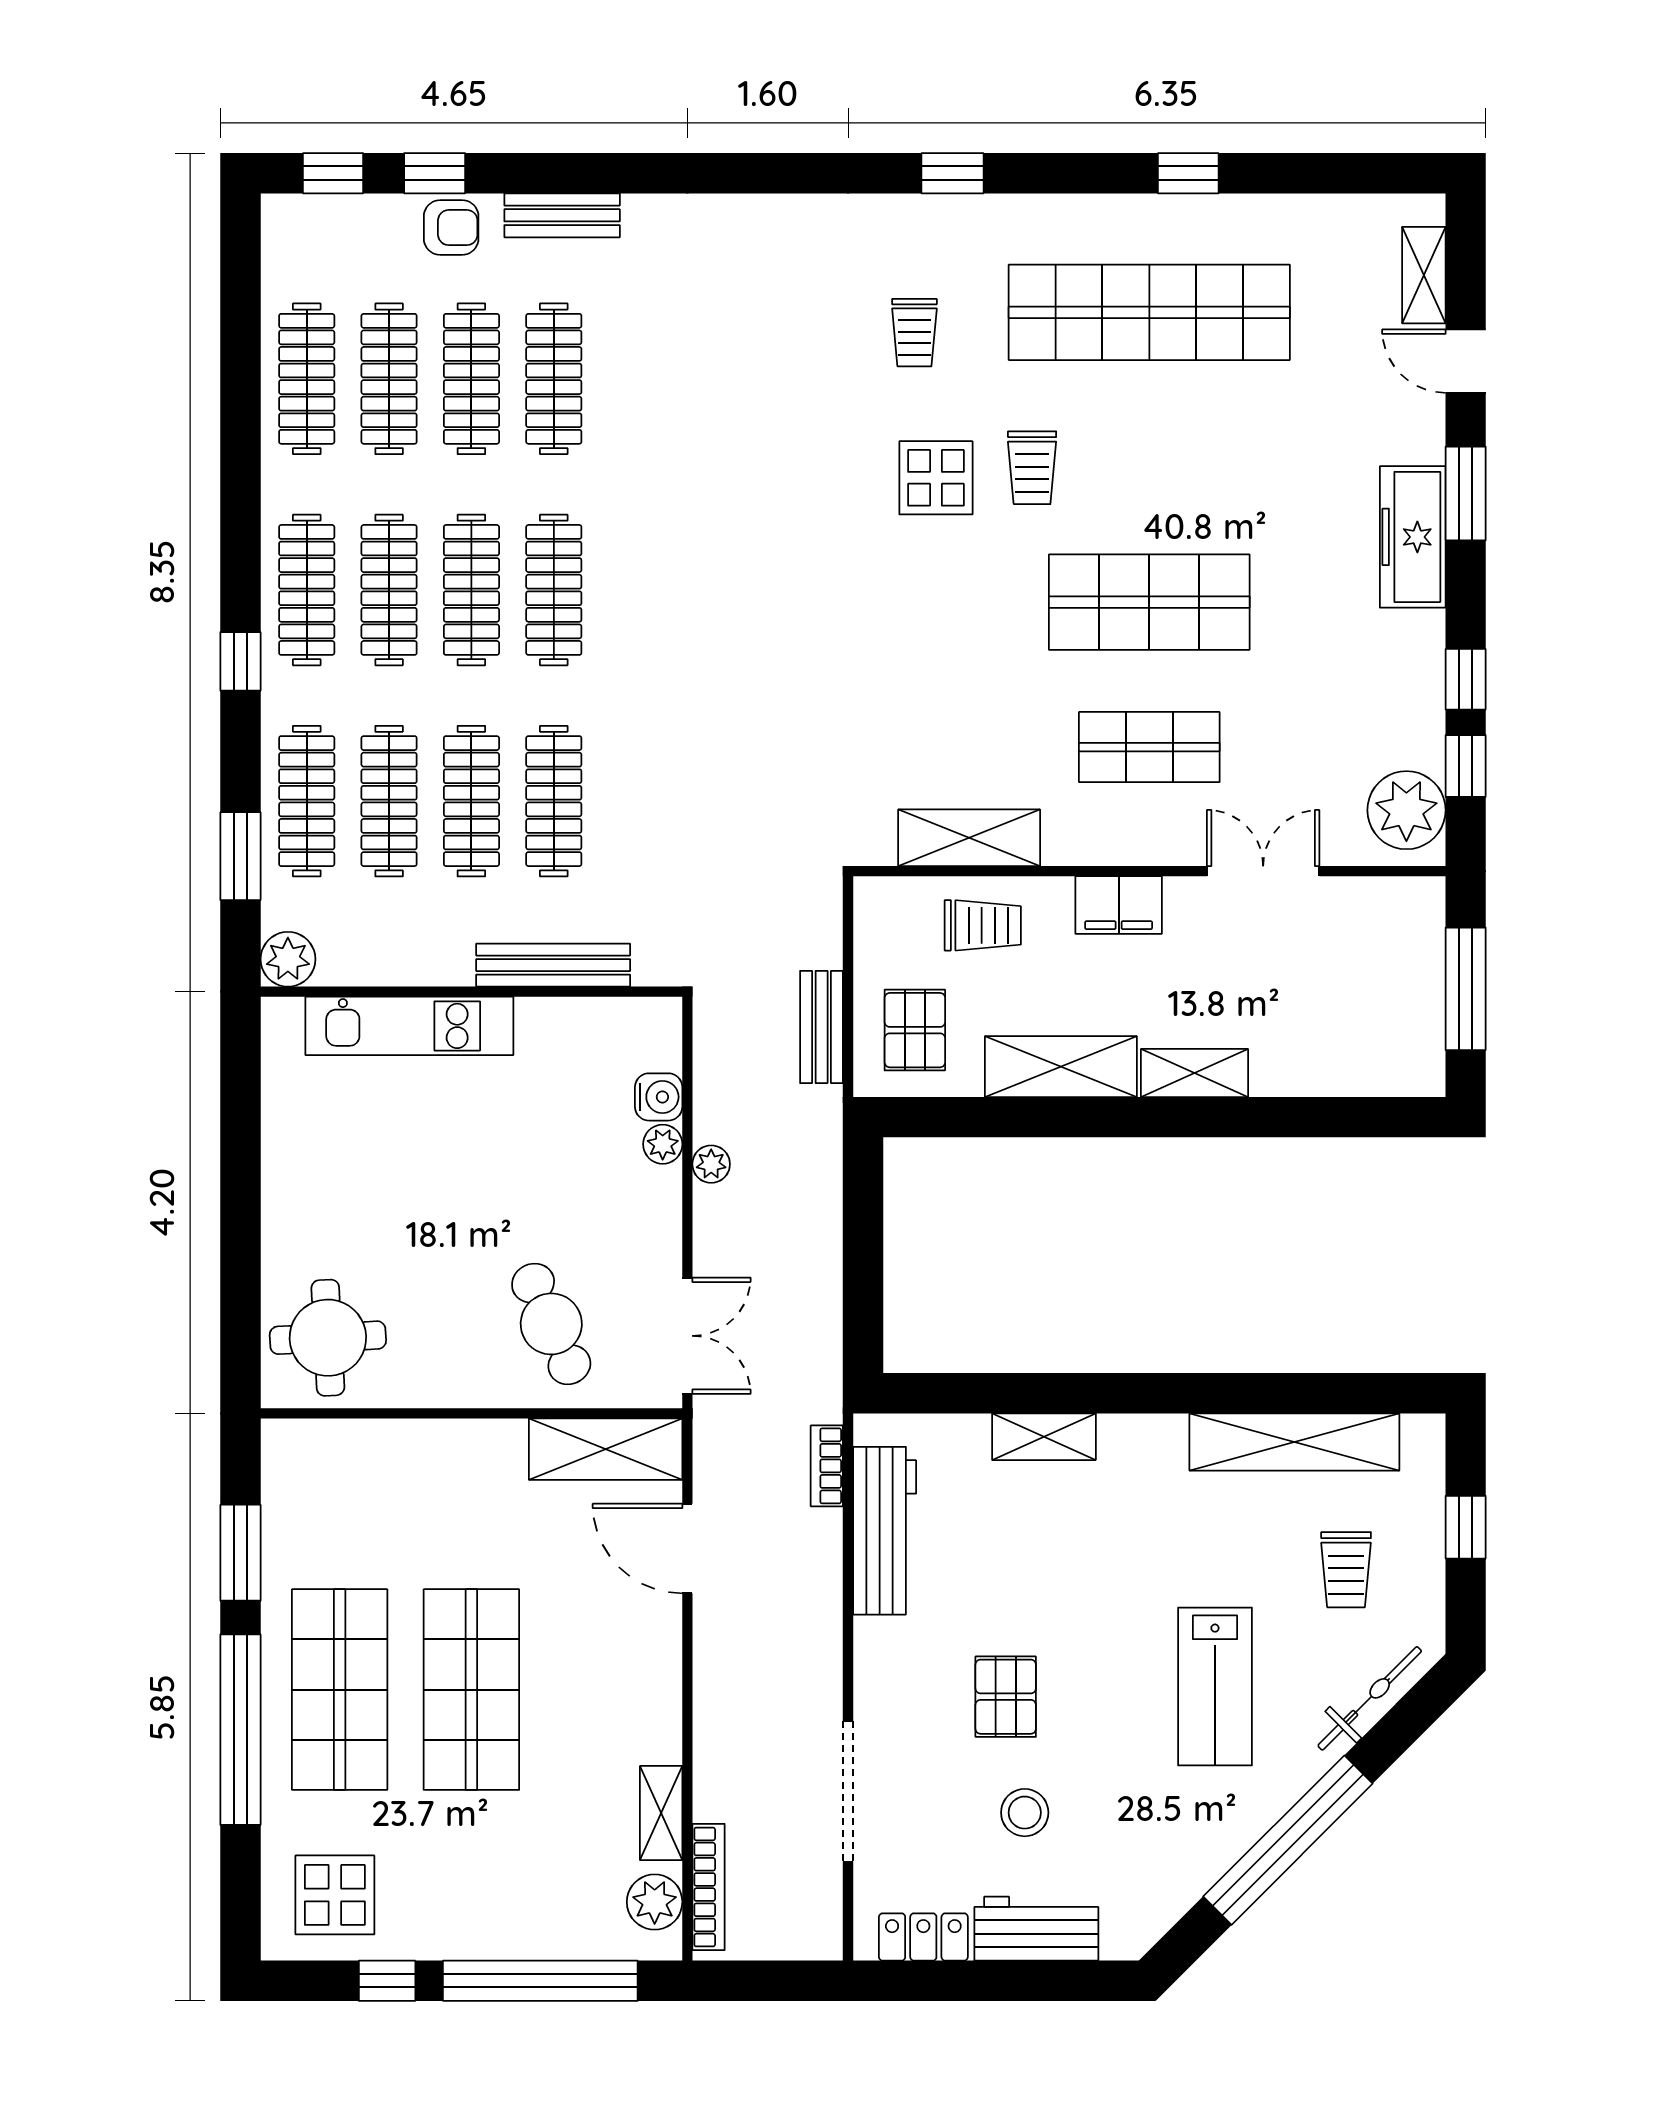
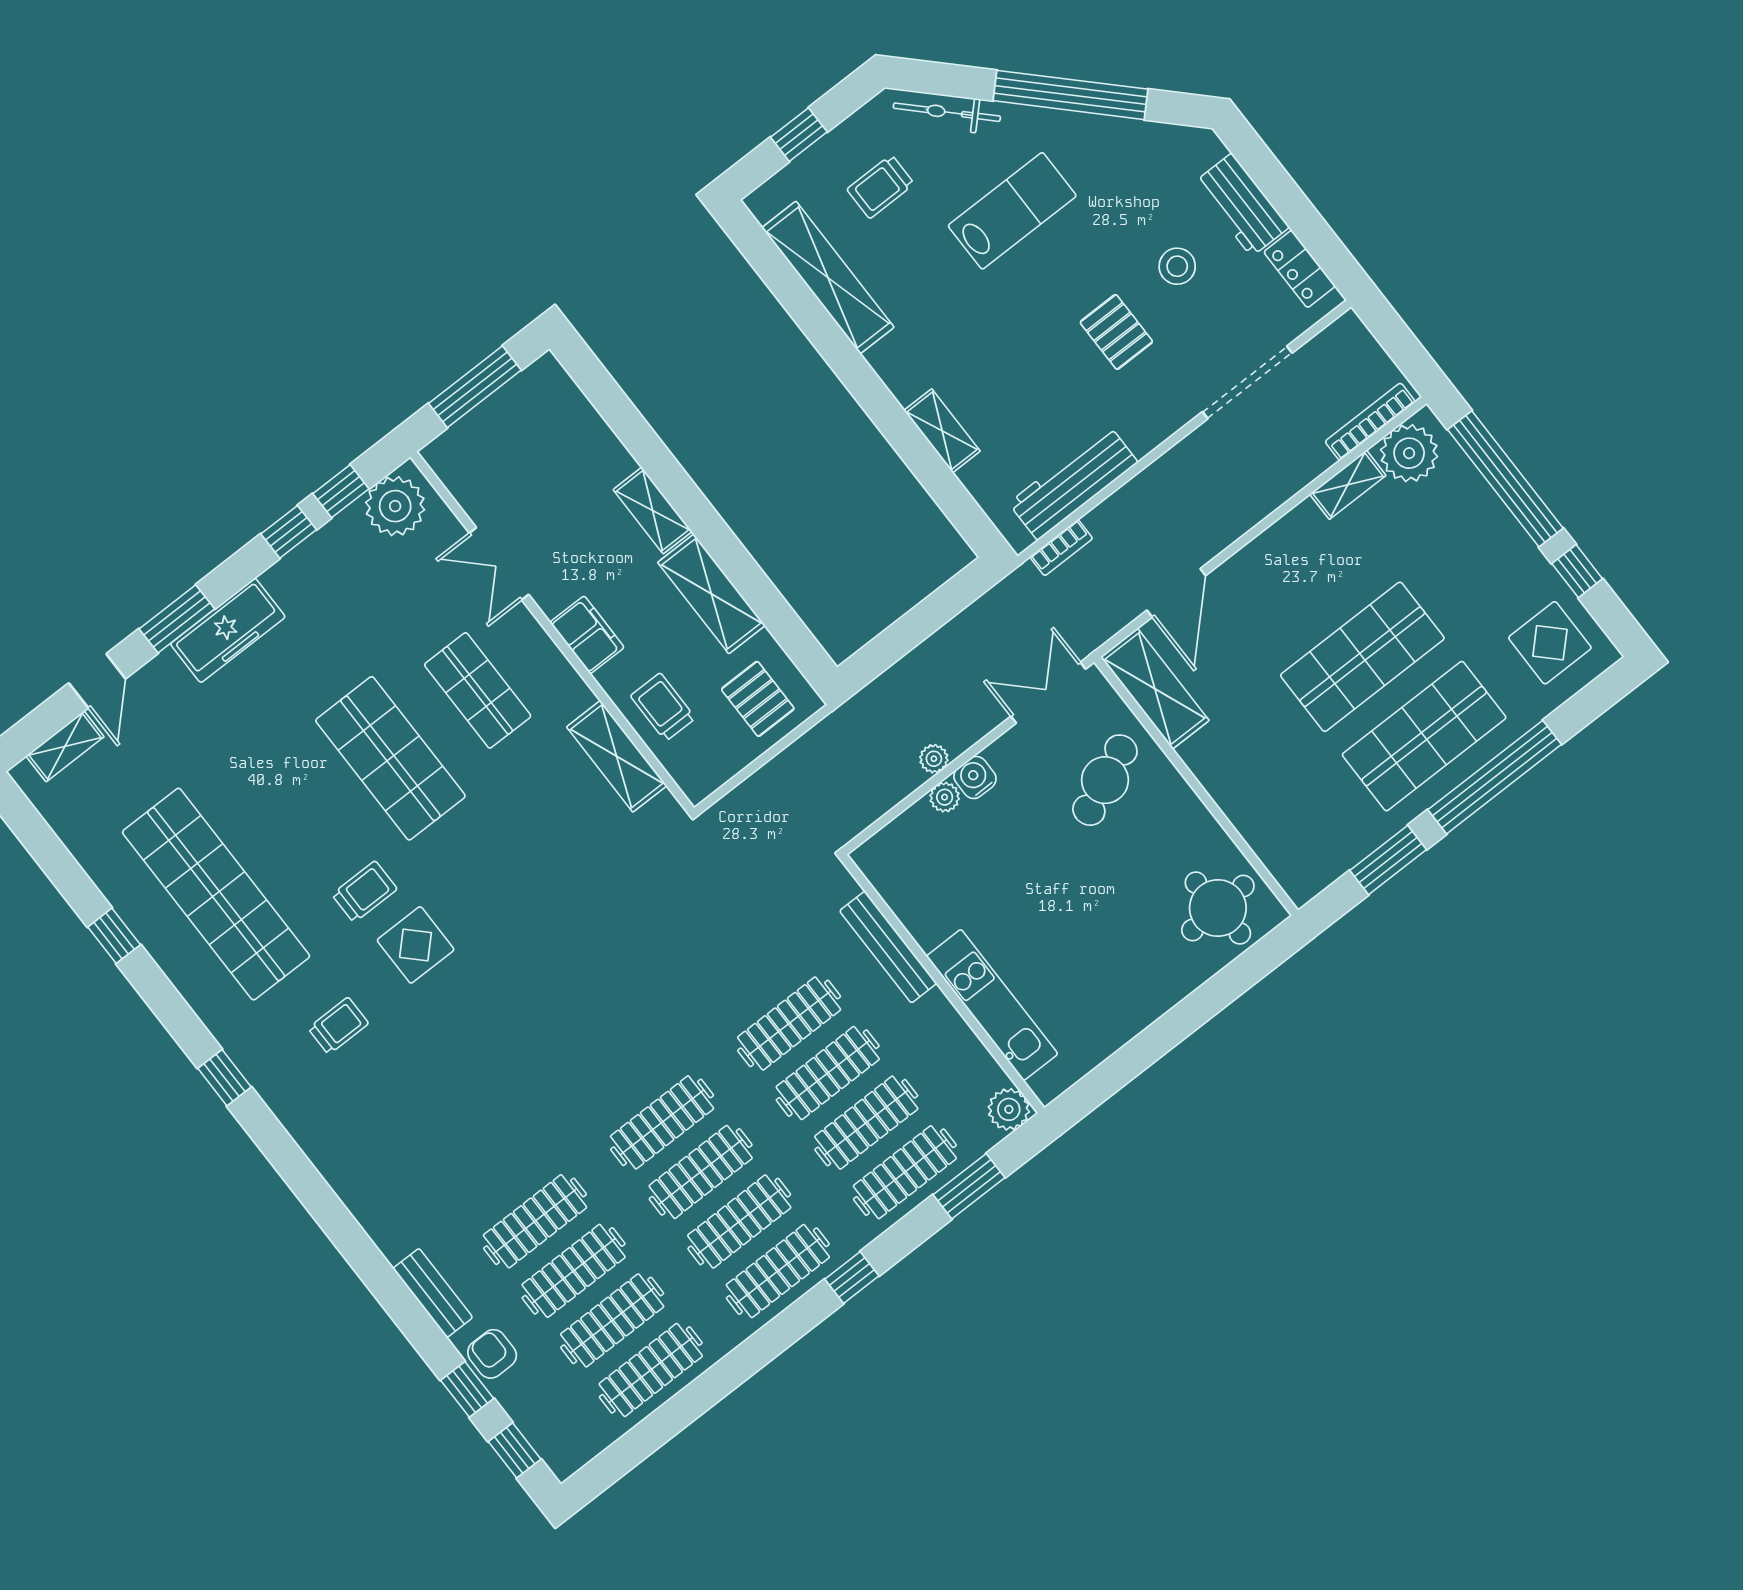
bench: (822, 1027) -> (800, 756), removed
pallet: (915, 1030) -> (758, 699), turned 90
water cooler: (659, 1097) -> (975, 777), moved
trolley: (1346, 1570) -> (881, 187), turned 180
pallet: (1006, 1697) -> (1116, 332), turned 90
plant: (655, 1902) -> (1409, 453), width x1.36, depth x1.36

